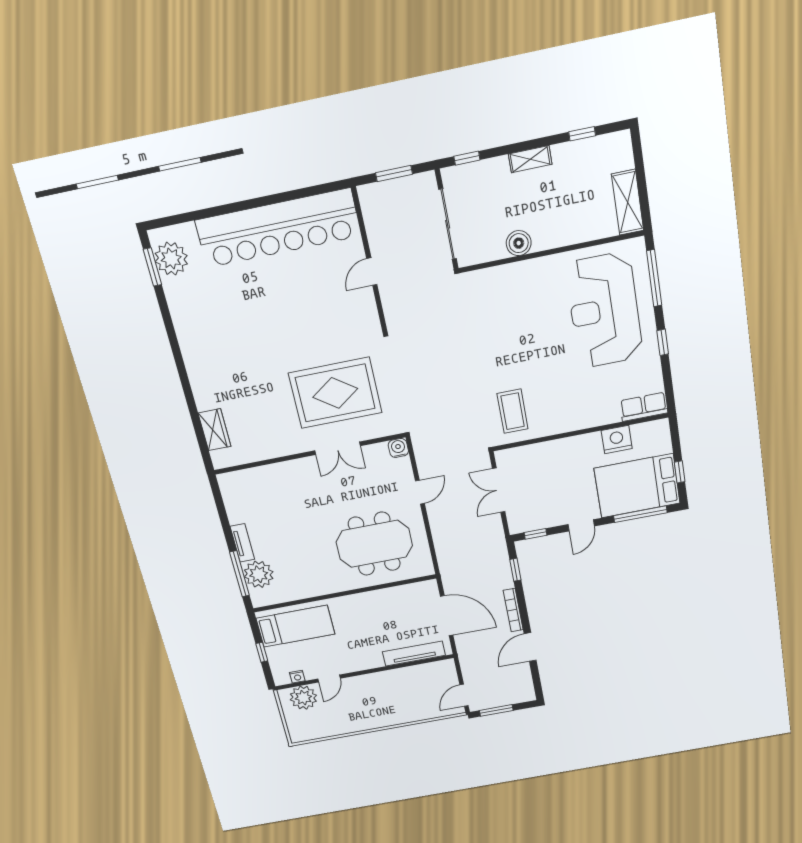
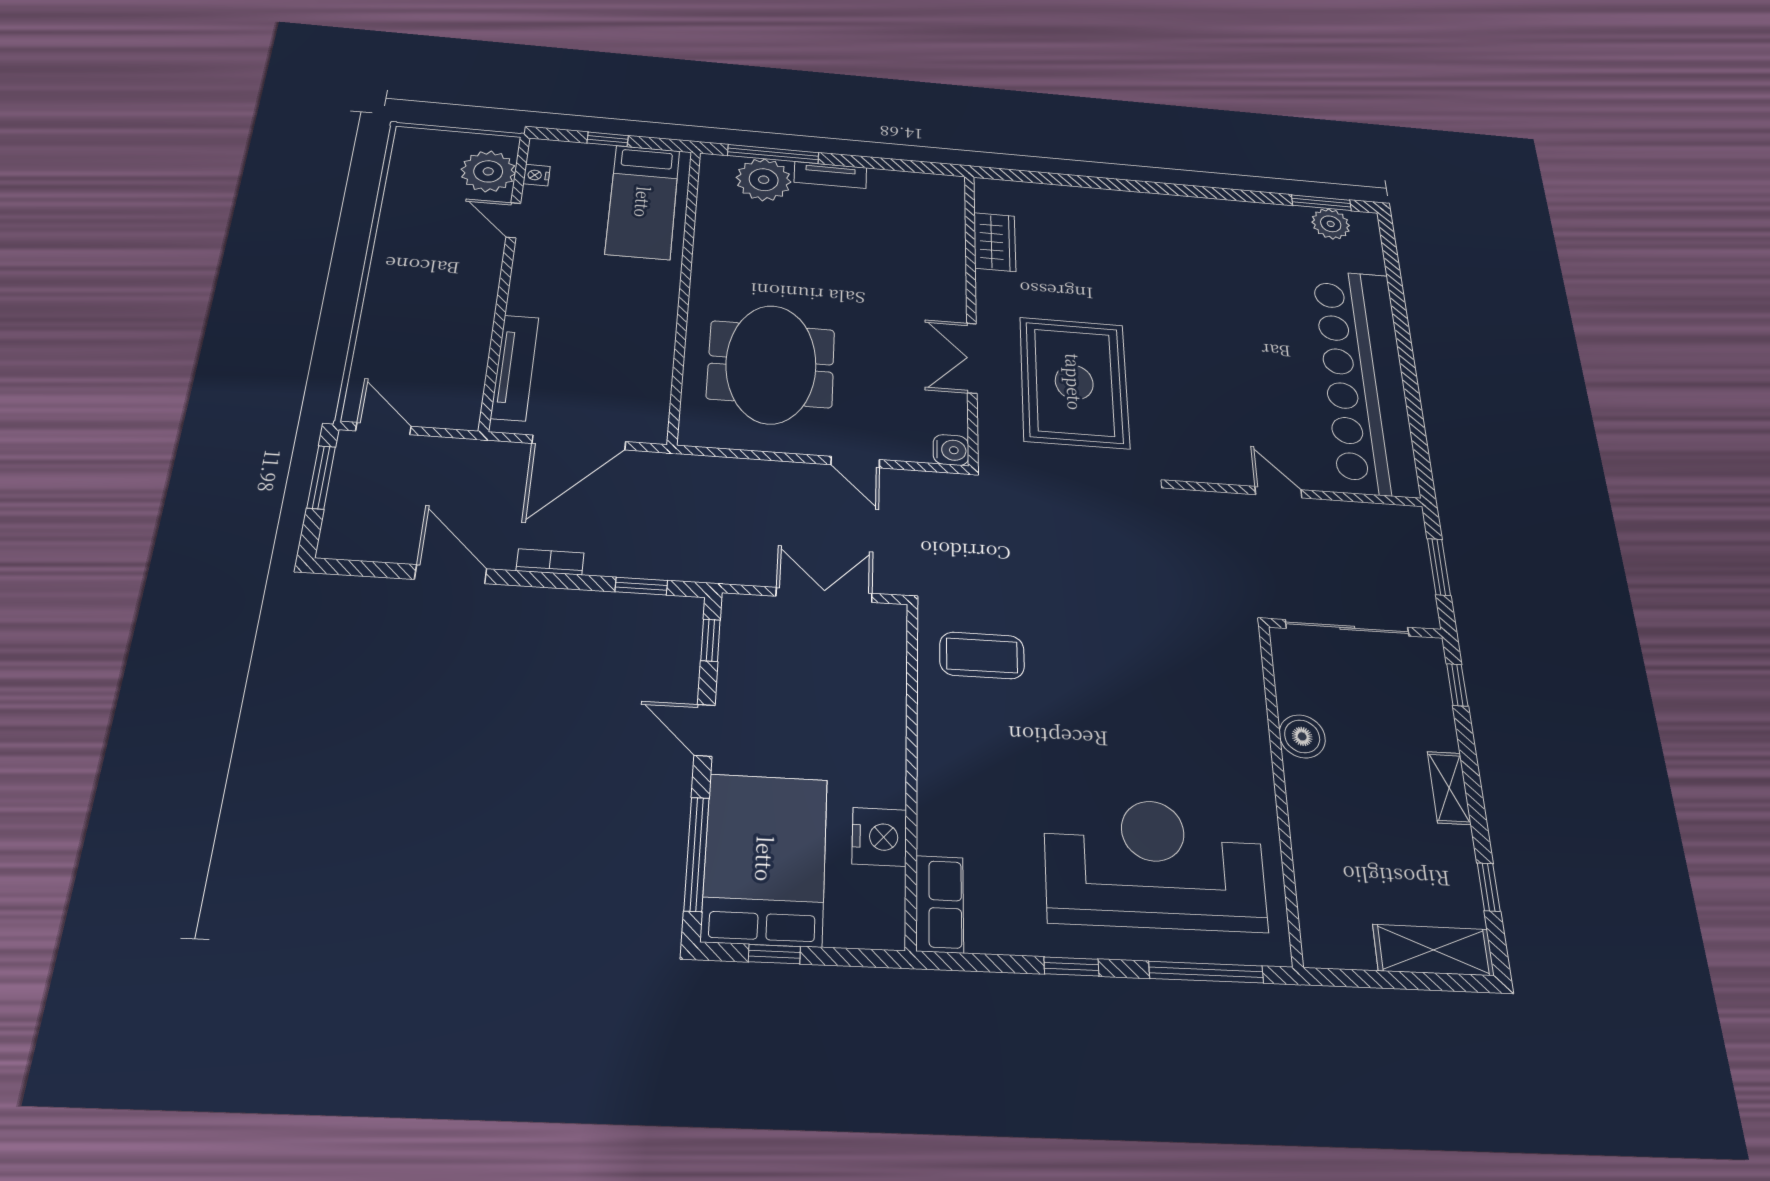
shelving: (628, 202) -> (1433, 950), moved
plant: (171, 259) -> (1331, 224), width x0.73, depth x0.73
wardrobe: (214, 430) -> (995, 242), moved, turned -90
bookcase: (513, 610) -> (550, 562), width x0.64

